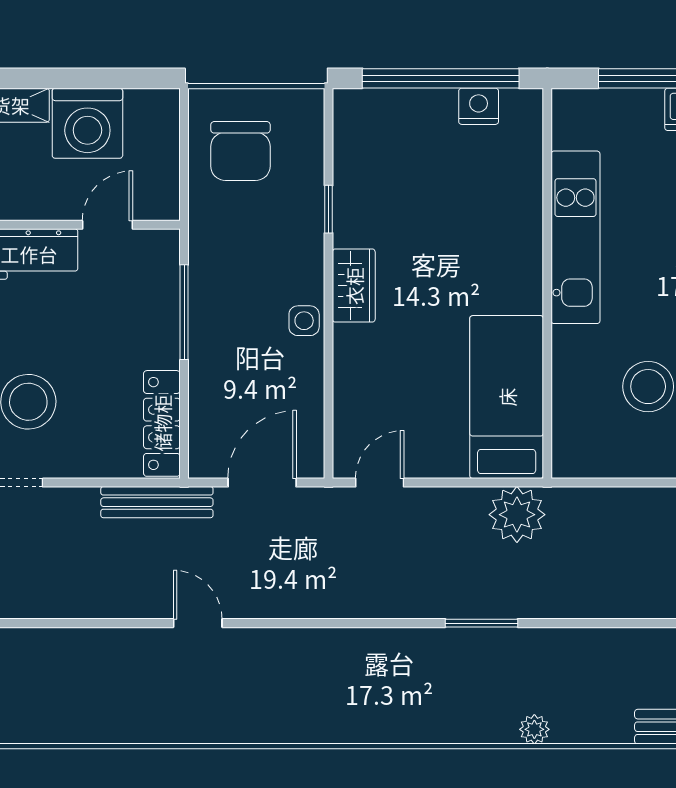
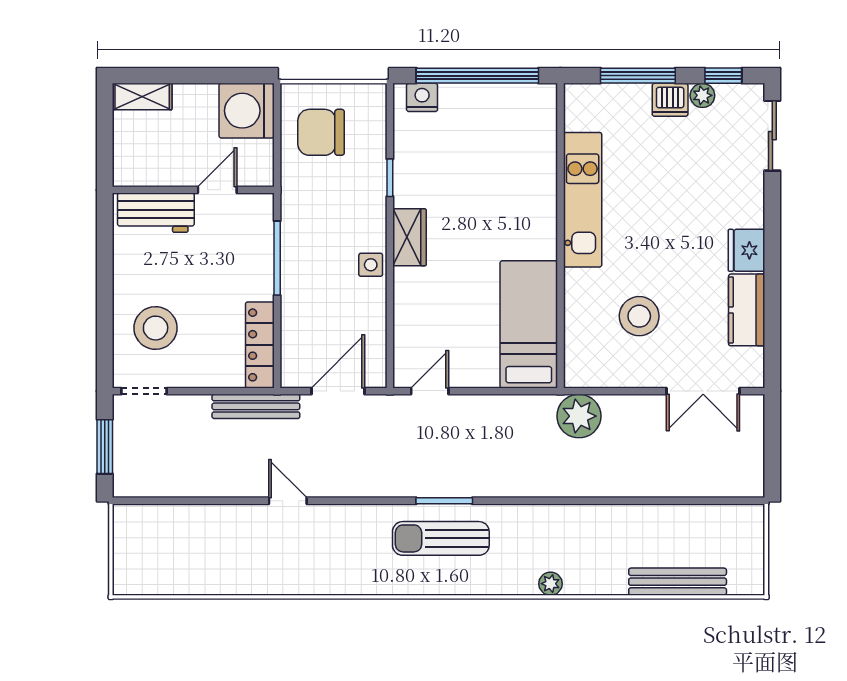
nightstand: (479, 106) -> (422, 97), moved
washing machine: (87, 123) -> (247, 111), moved, turned 90
chair: (240, 151) -> (321, 132), turned 90
plant: (517, 515) -> (579, 416), moved
window: (482, 623) -> (444, 501), moved
sun lounger: (394, 671) -> (441, 538), added

